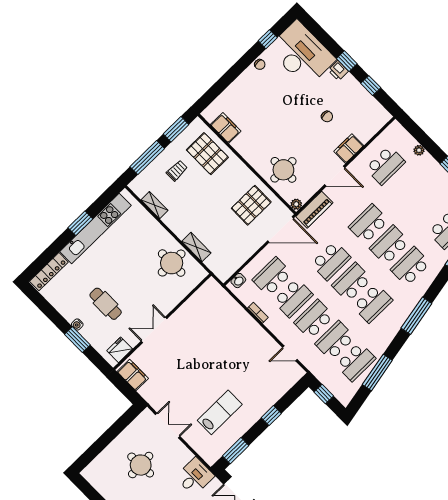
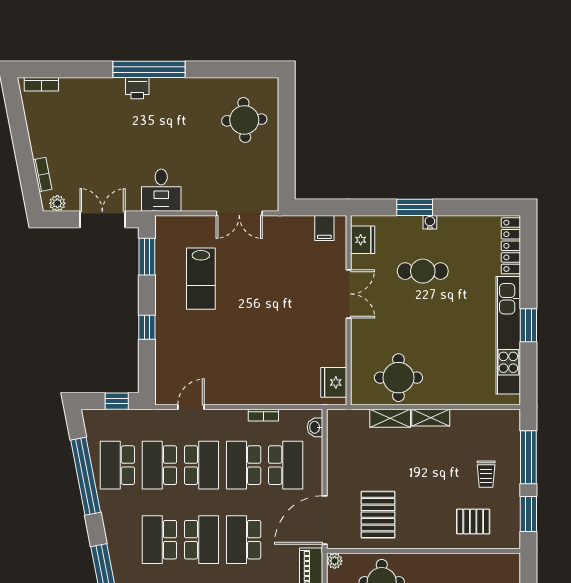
filing cabinet: (226, 128) -> (481, 565), removed
pallet: (207, 154) -> (473, 521), width x0.67, depth x0.71
shelving: (155, 205) -> (431, 418), moved
fridge: (206, 293) -> (334, 382), added
school desk: (335, 341) -> (159, 465), turned 180
window: (377, 372) -> (86, 476), width x1.46
filing cabinet: (133, 375) -> (324, 228), width x0.50
round table: (141, 465) -> (244, 120), moved

